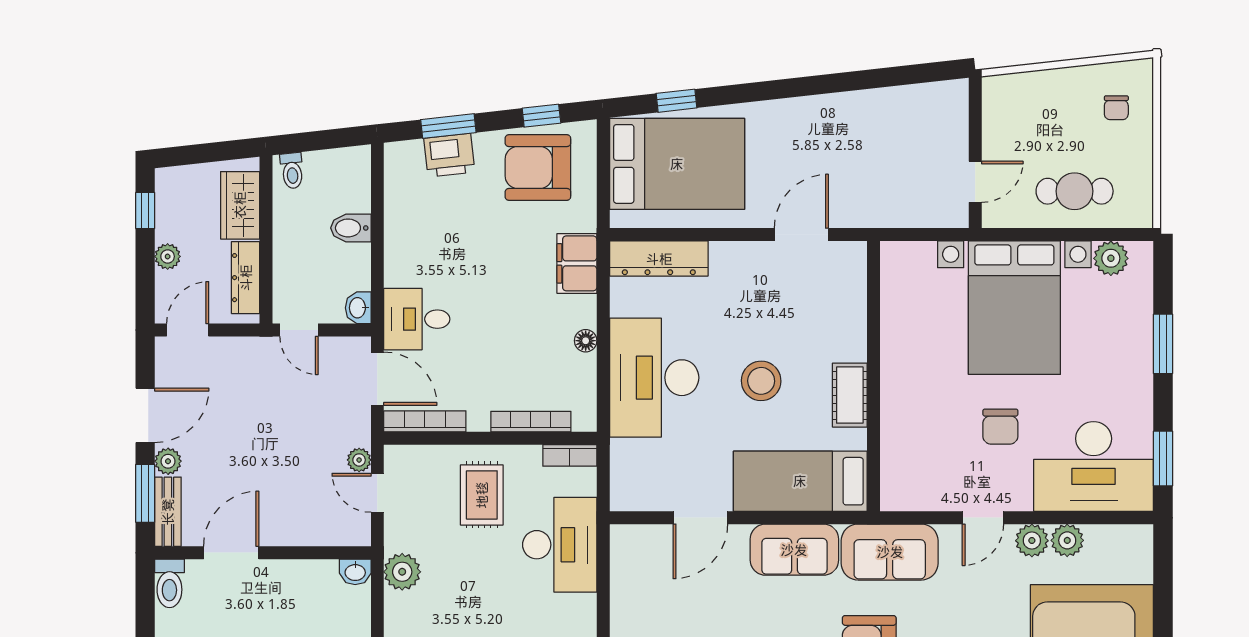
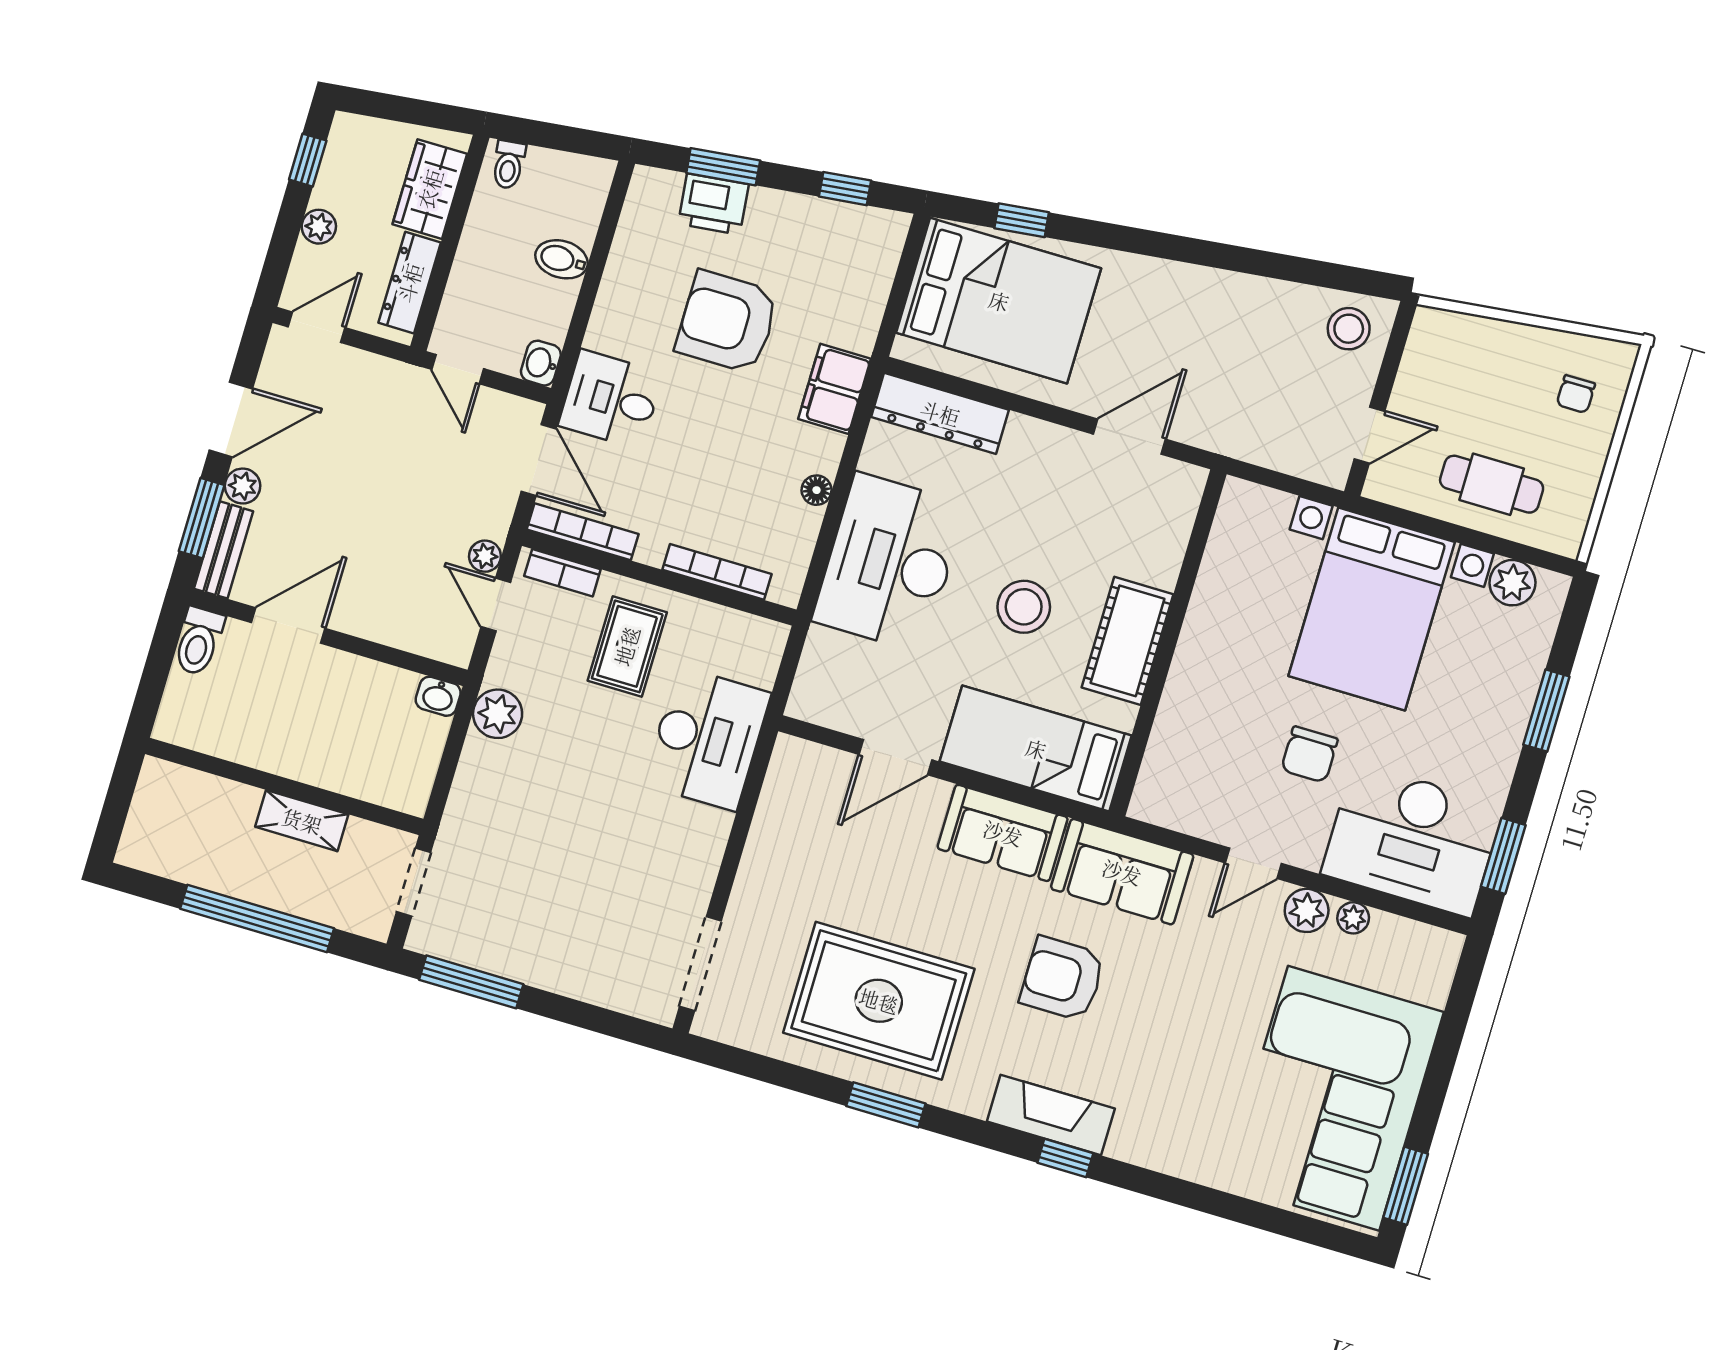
stool: (937, 109) -> (1349, 329), added
armchair: (538, 168) -> (727, 322), moved
cot: (850, 395) -> (1128, 641), width x1.37, depth x1.34
bookcase: (570, 455) -> (562, 573), moved
plant: (1067, 540) -> (1353, 918), width x0.73, depth x0.73

